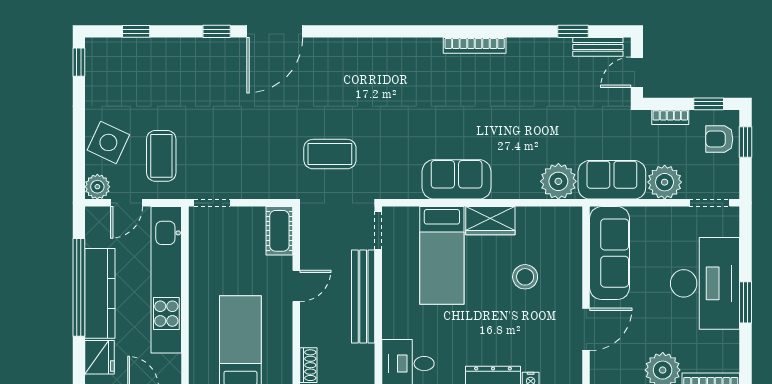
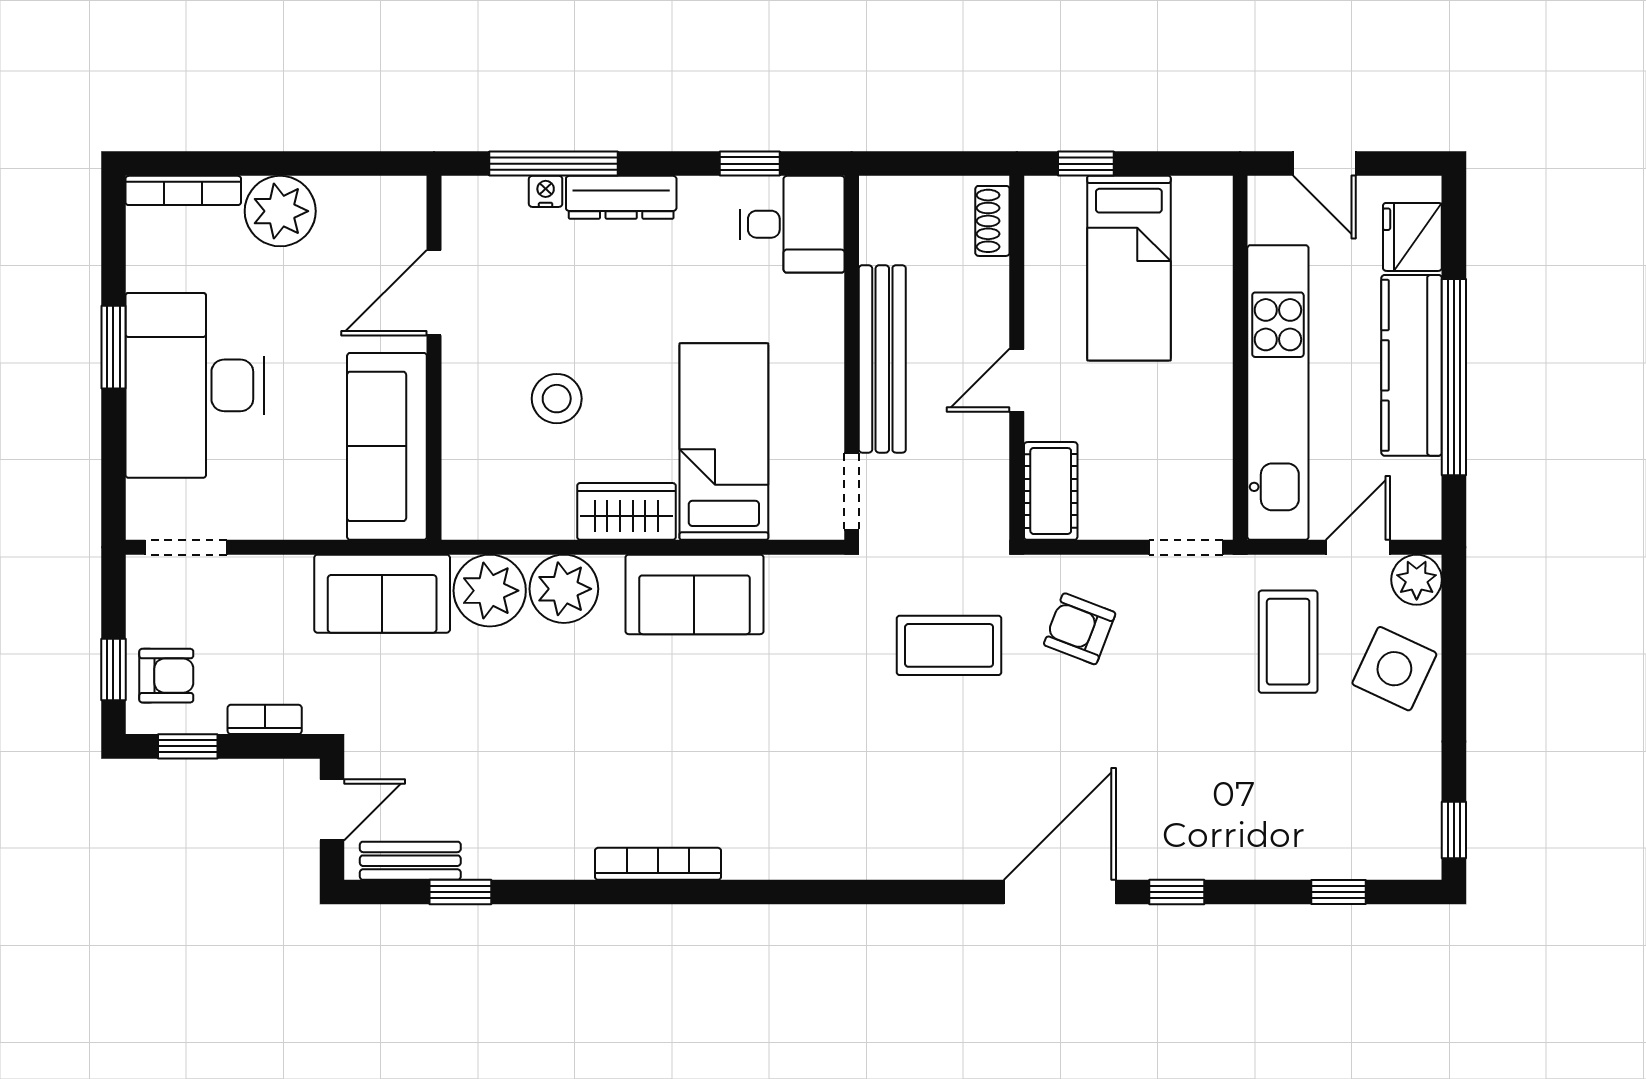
armchair: (265, 162) -> (1080, 629), added
plant: (665, 182) -> (564, 589), moved

